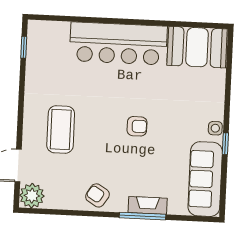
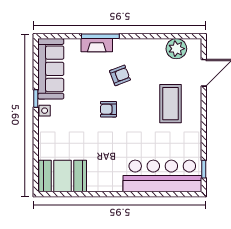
bar counter: (118, 43) -> (162, 176), moved
armchair: (97, 195) -> (120, 75), moved, turned -53
plant: (32, 196) -> (176, 49), moved

